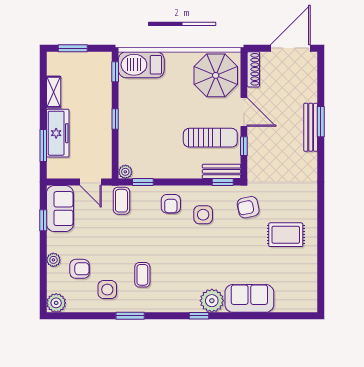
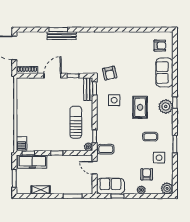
barbecue: (141, 65) -> (21, 144), width x0.53, depth x0.65
parasol: (216, 75) -> (31, 93), removed
freezer: (58, 133) -> (32, 162), moved, turned 180
sun lounger: (210, 138) -> (76, 122), moved
door: (91, 182) -> (95, 168), swing flipped
armchair: (171, 204) -> (160, 46), moved
rug: (286, 235) -> (140, 107), moved
plant: (212, 301) -> (166, 107), moved

